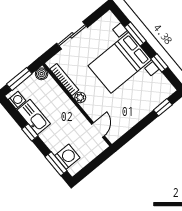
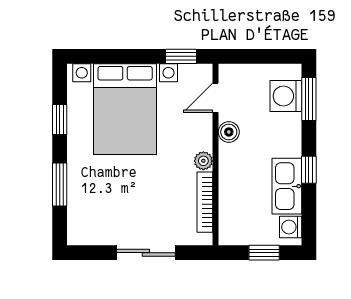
bed with nightstands: (120, 63) -> (125, 109), moved, turned 90
boiler: (42, 74) -> (229, 132), moved
window: (19, 79) -> (264, 253), width x0.67
window: (163, 107) -> (181, 56), moved

